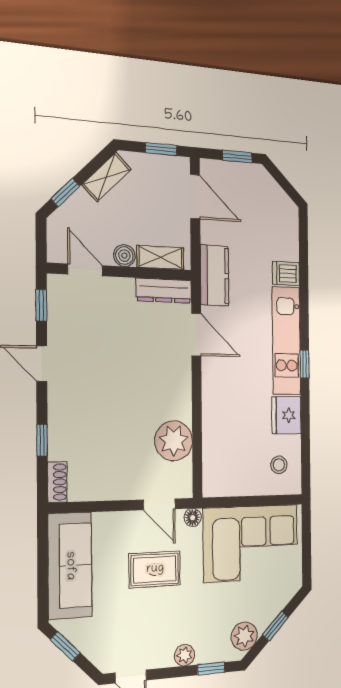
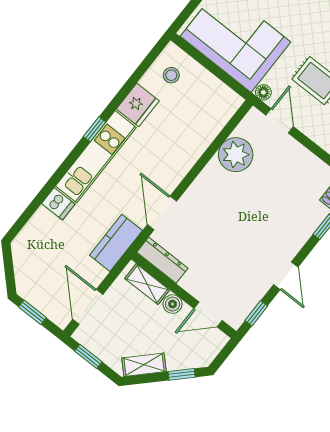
door: (85, 270) -> (208, 314), hinge flipped

